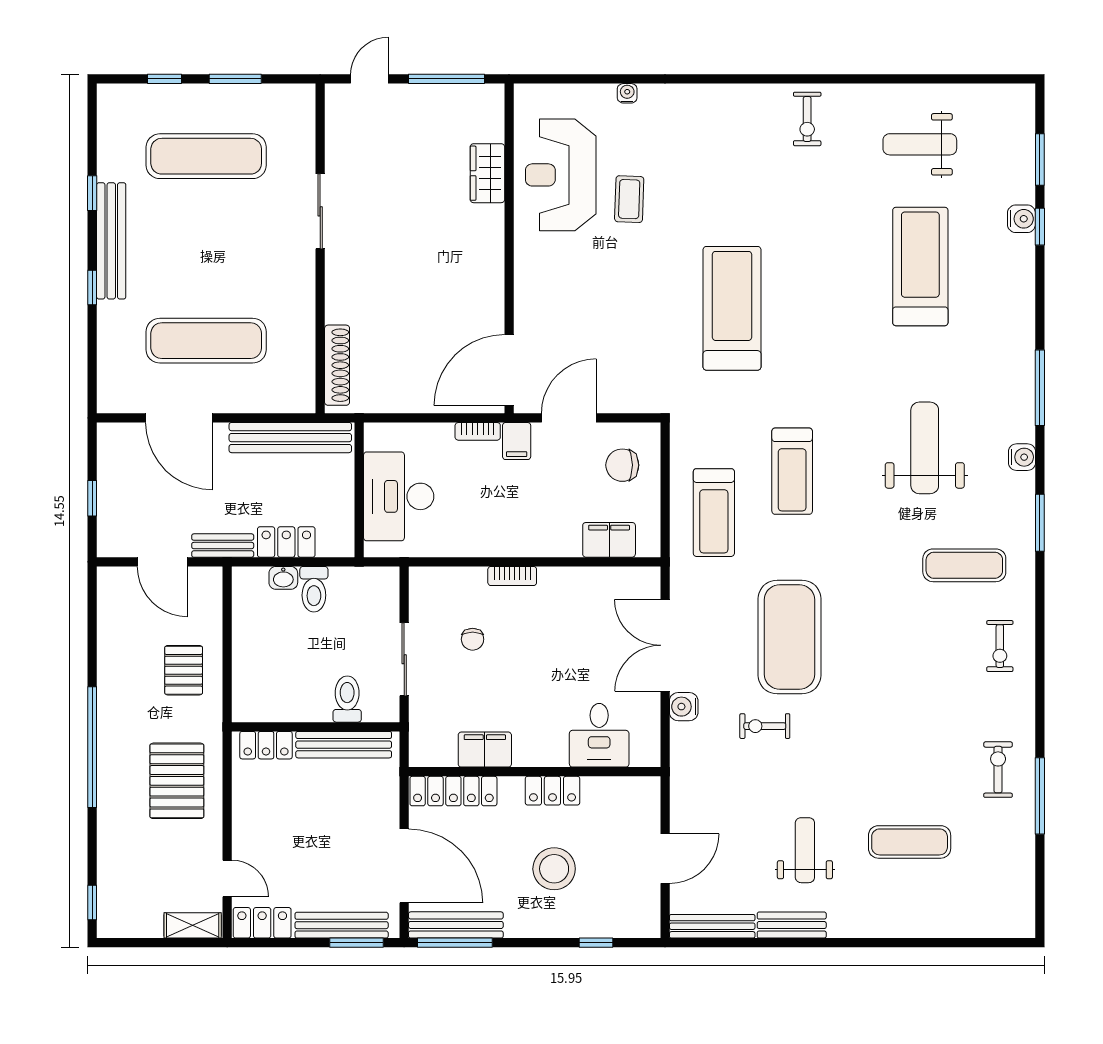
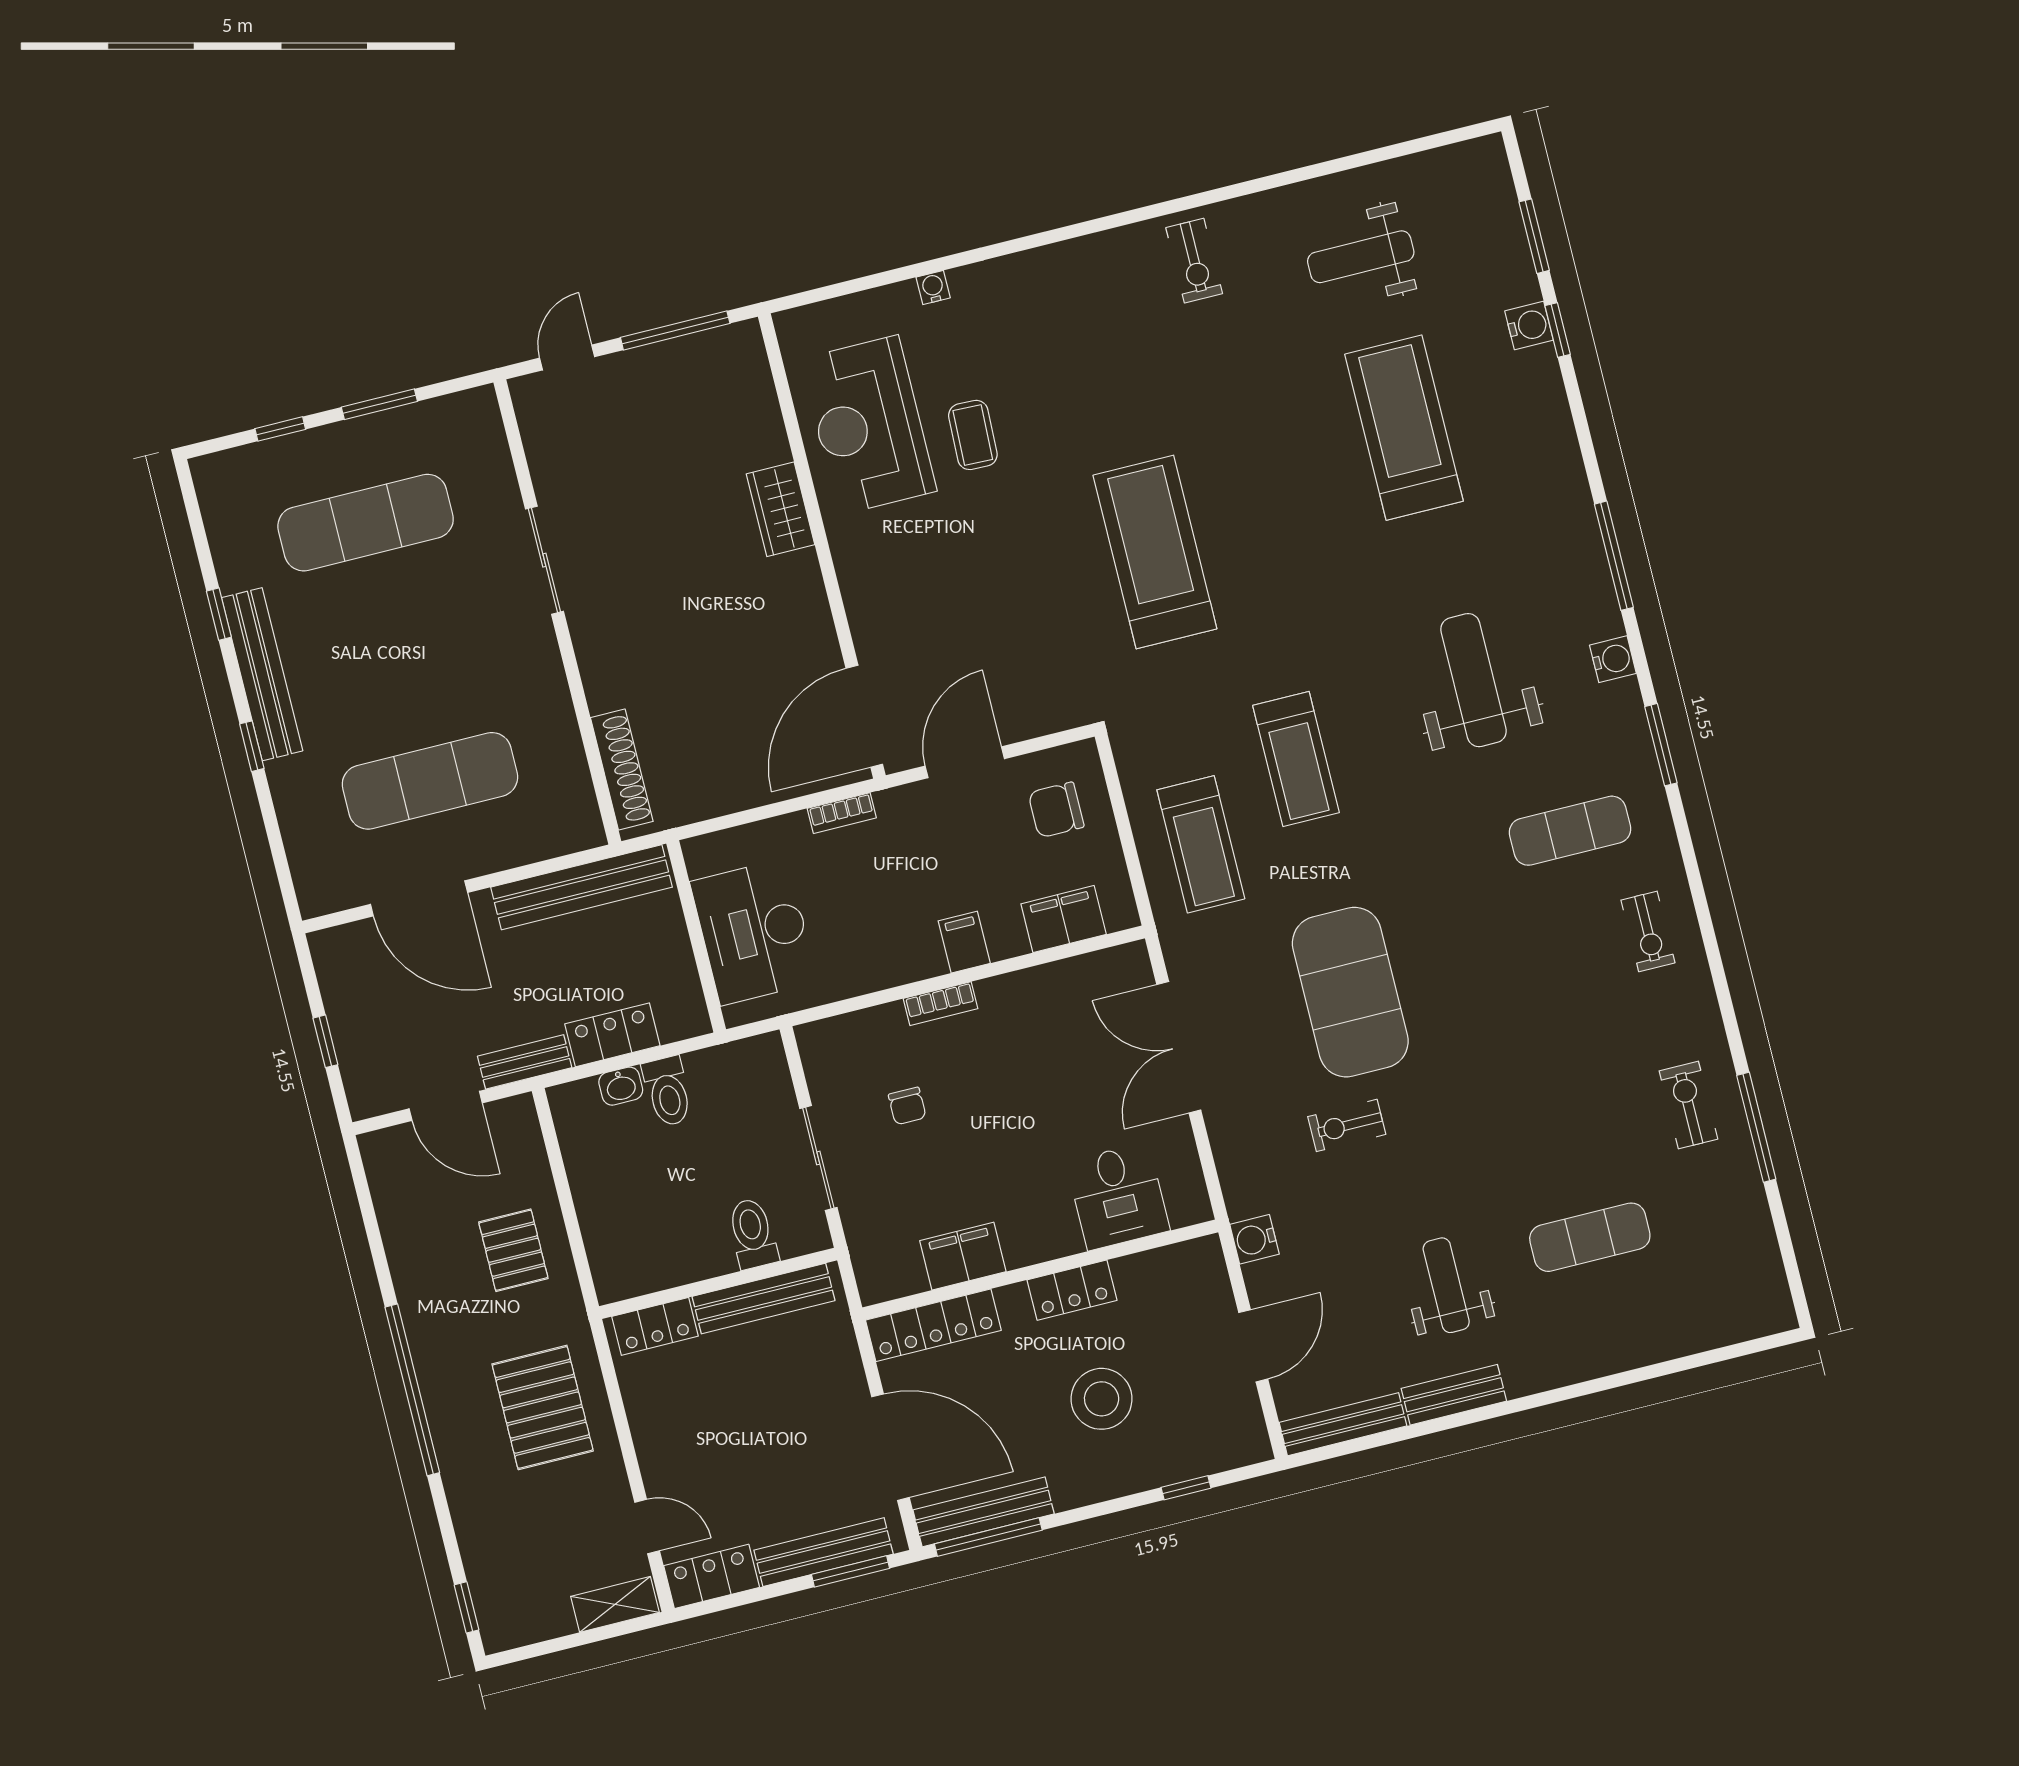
wardrobe: (487, 173) -> (781, 509), moved
filing cabinet: (517, 441) -> (964, 942), moved, turned 180
water cooler: (684, 707) -> (1254, 1239), moved

